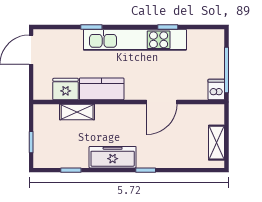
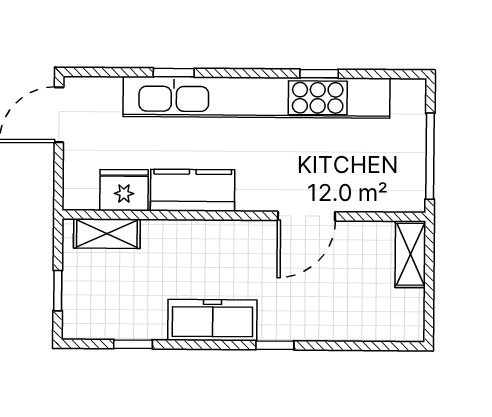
kitchen unit: (135, 40) -> (256, 97), width x1.36
dishwasher: (216, 90) -> (410, 193), removed
shelving: (77, 112) -> (107, 234), moved
shelving: (216, 143) -> (410, 254), moved

